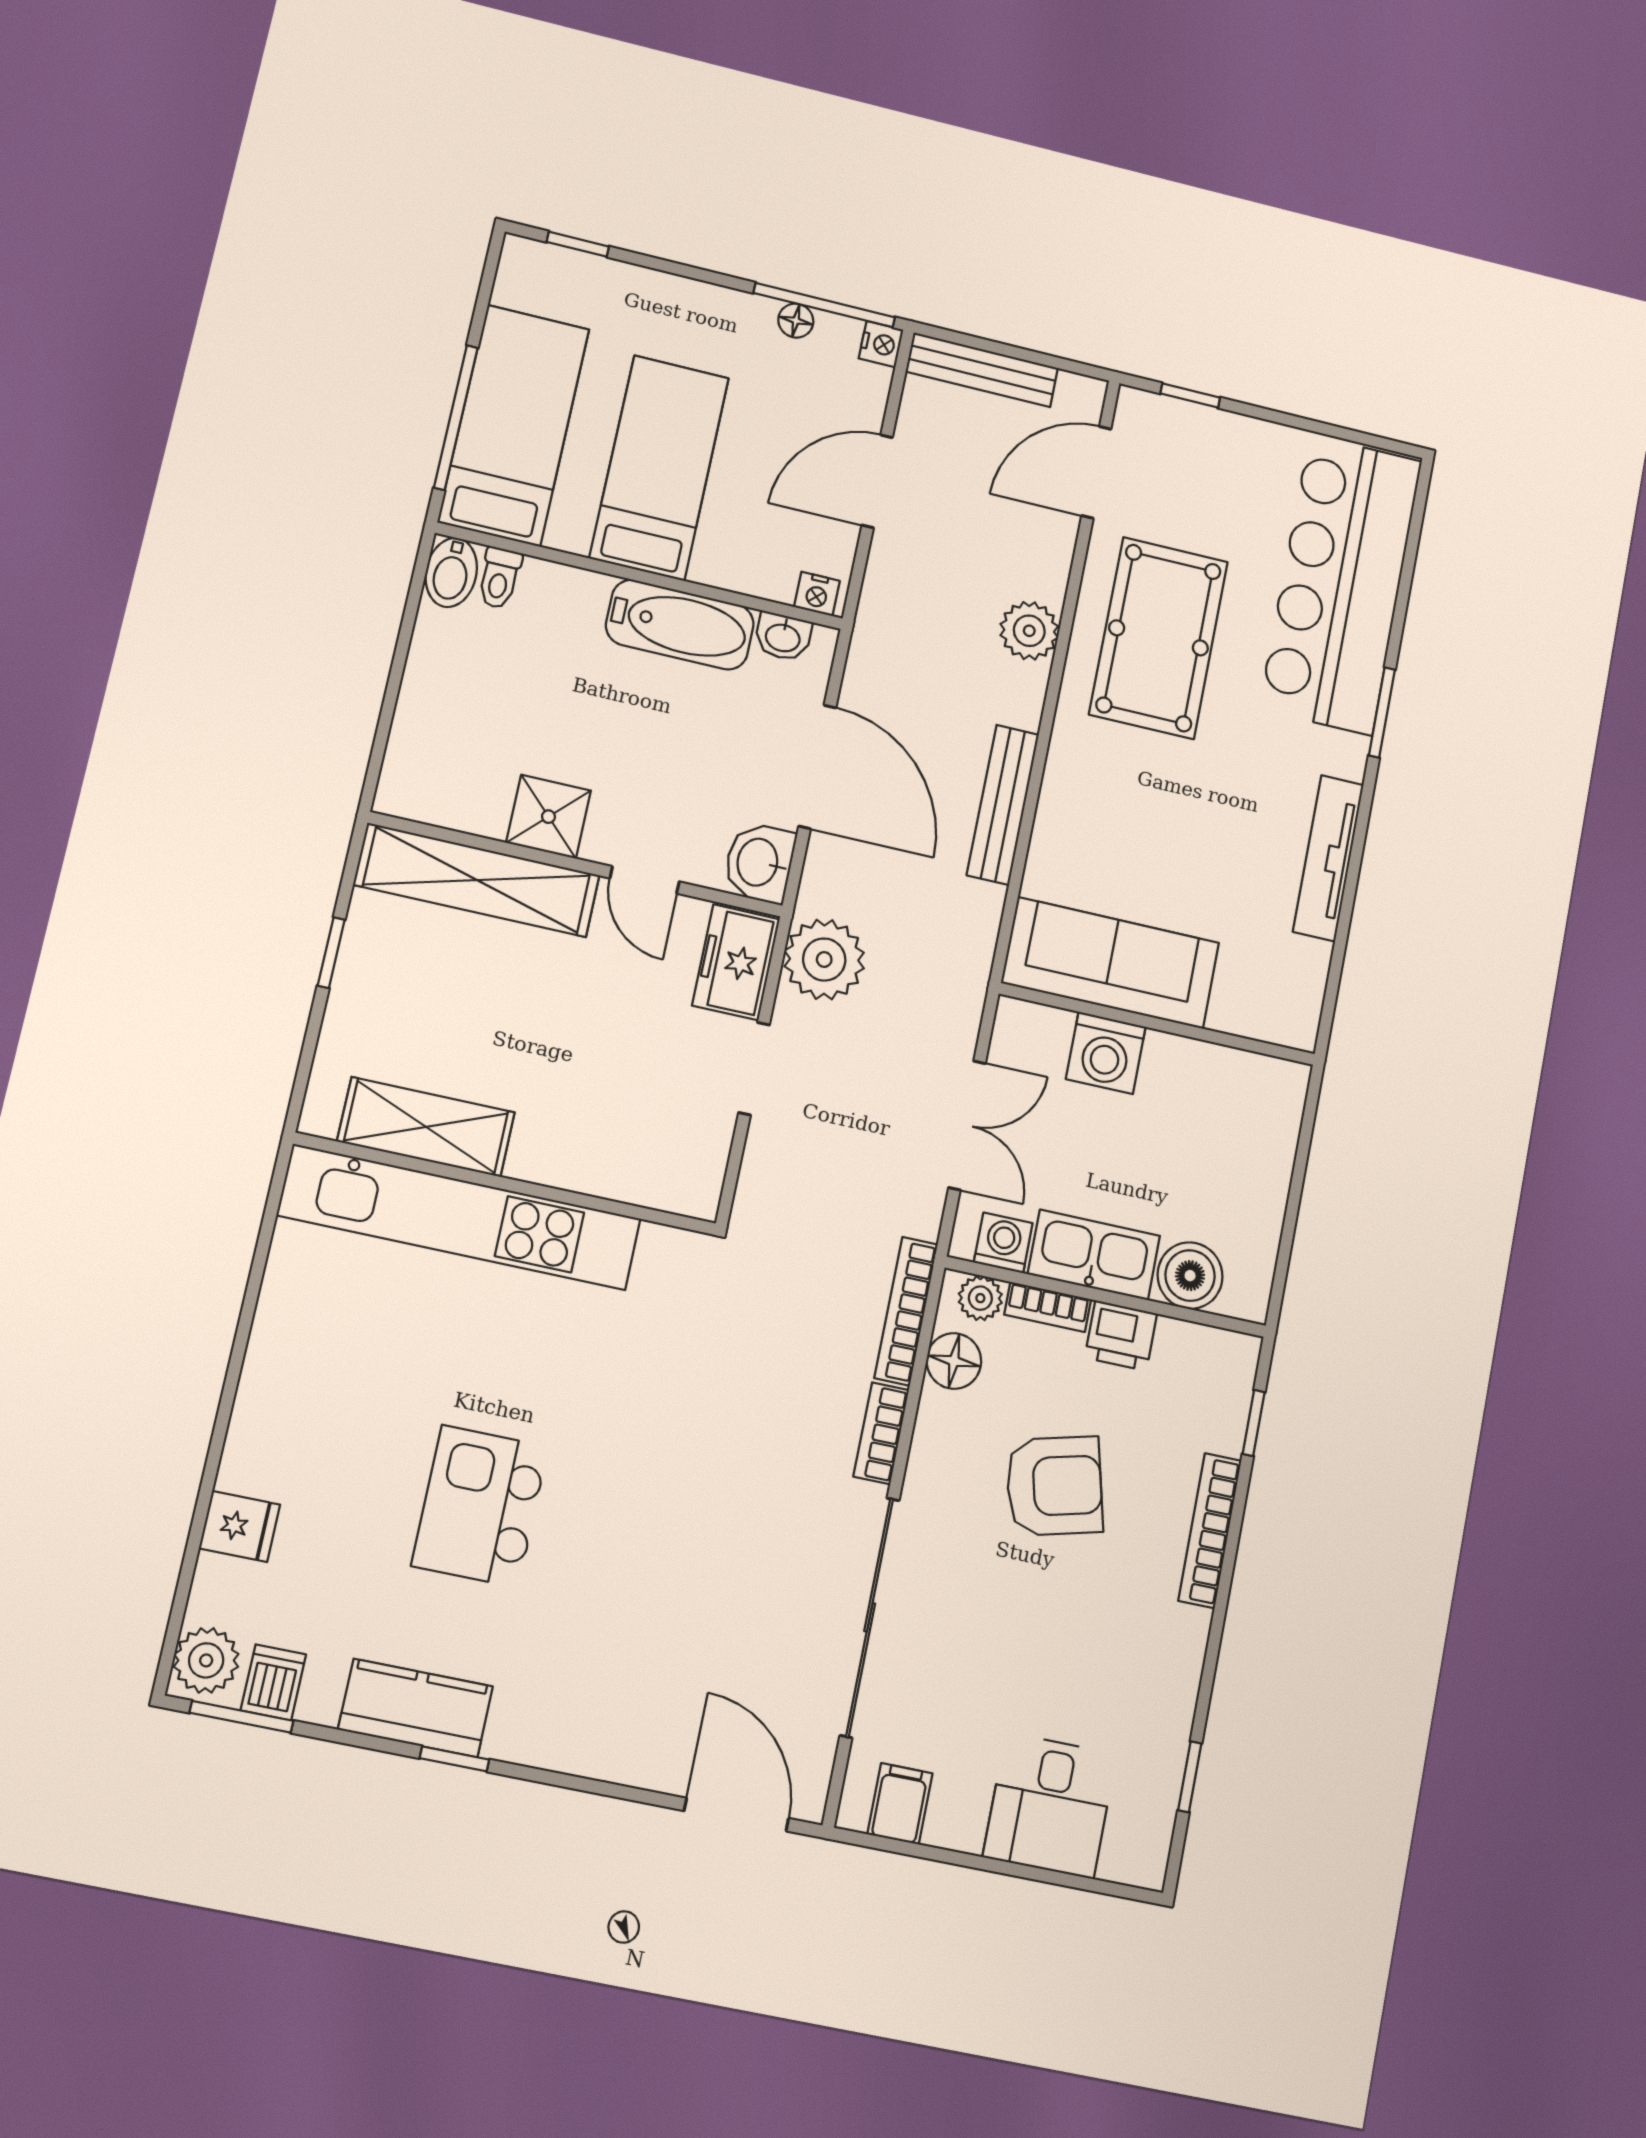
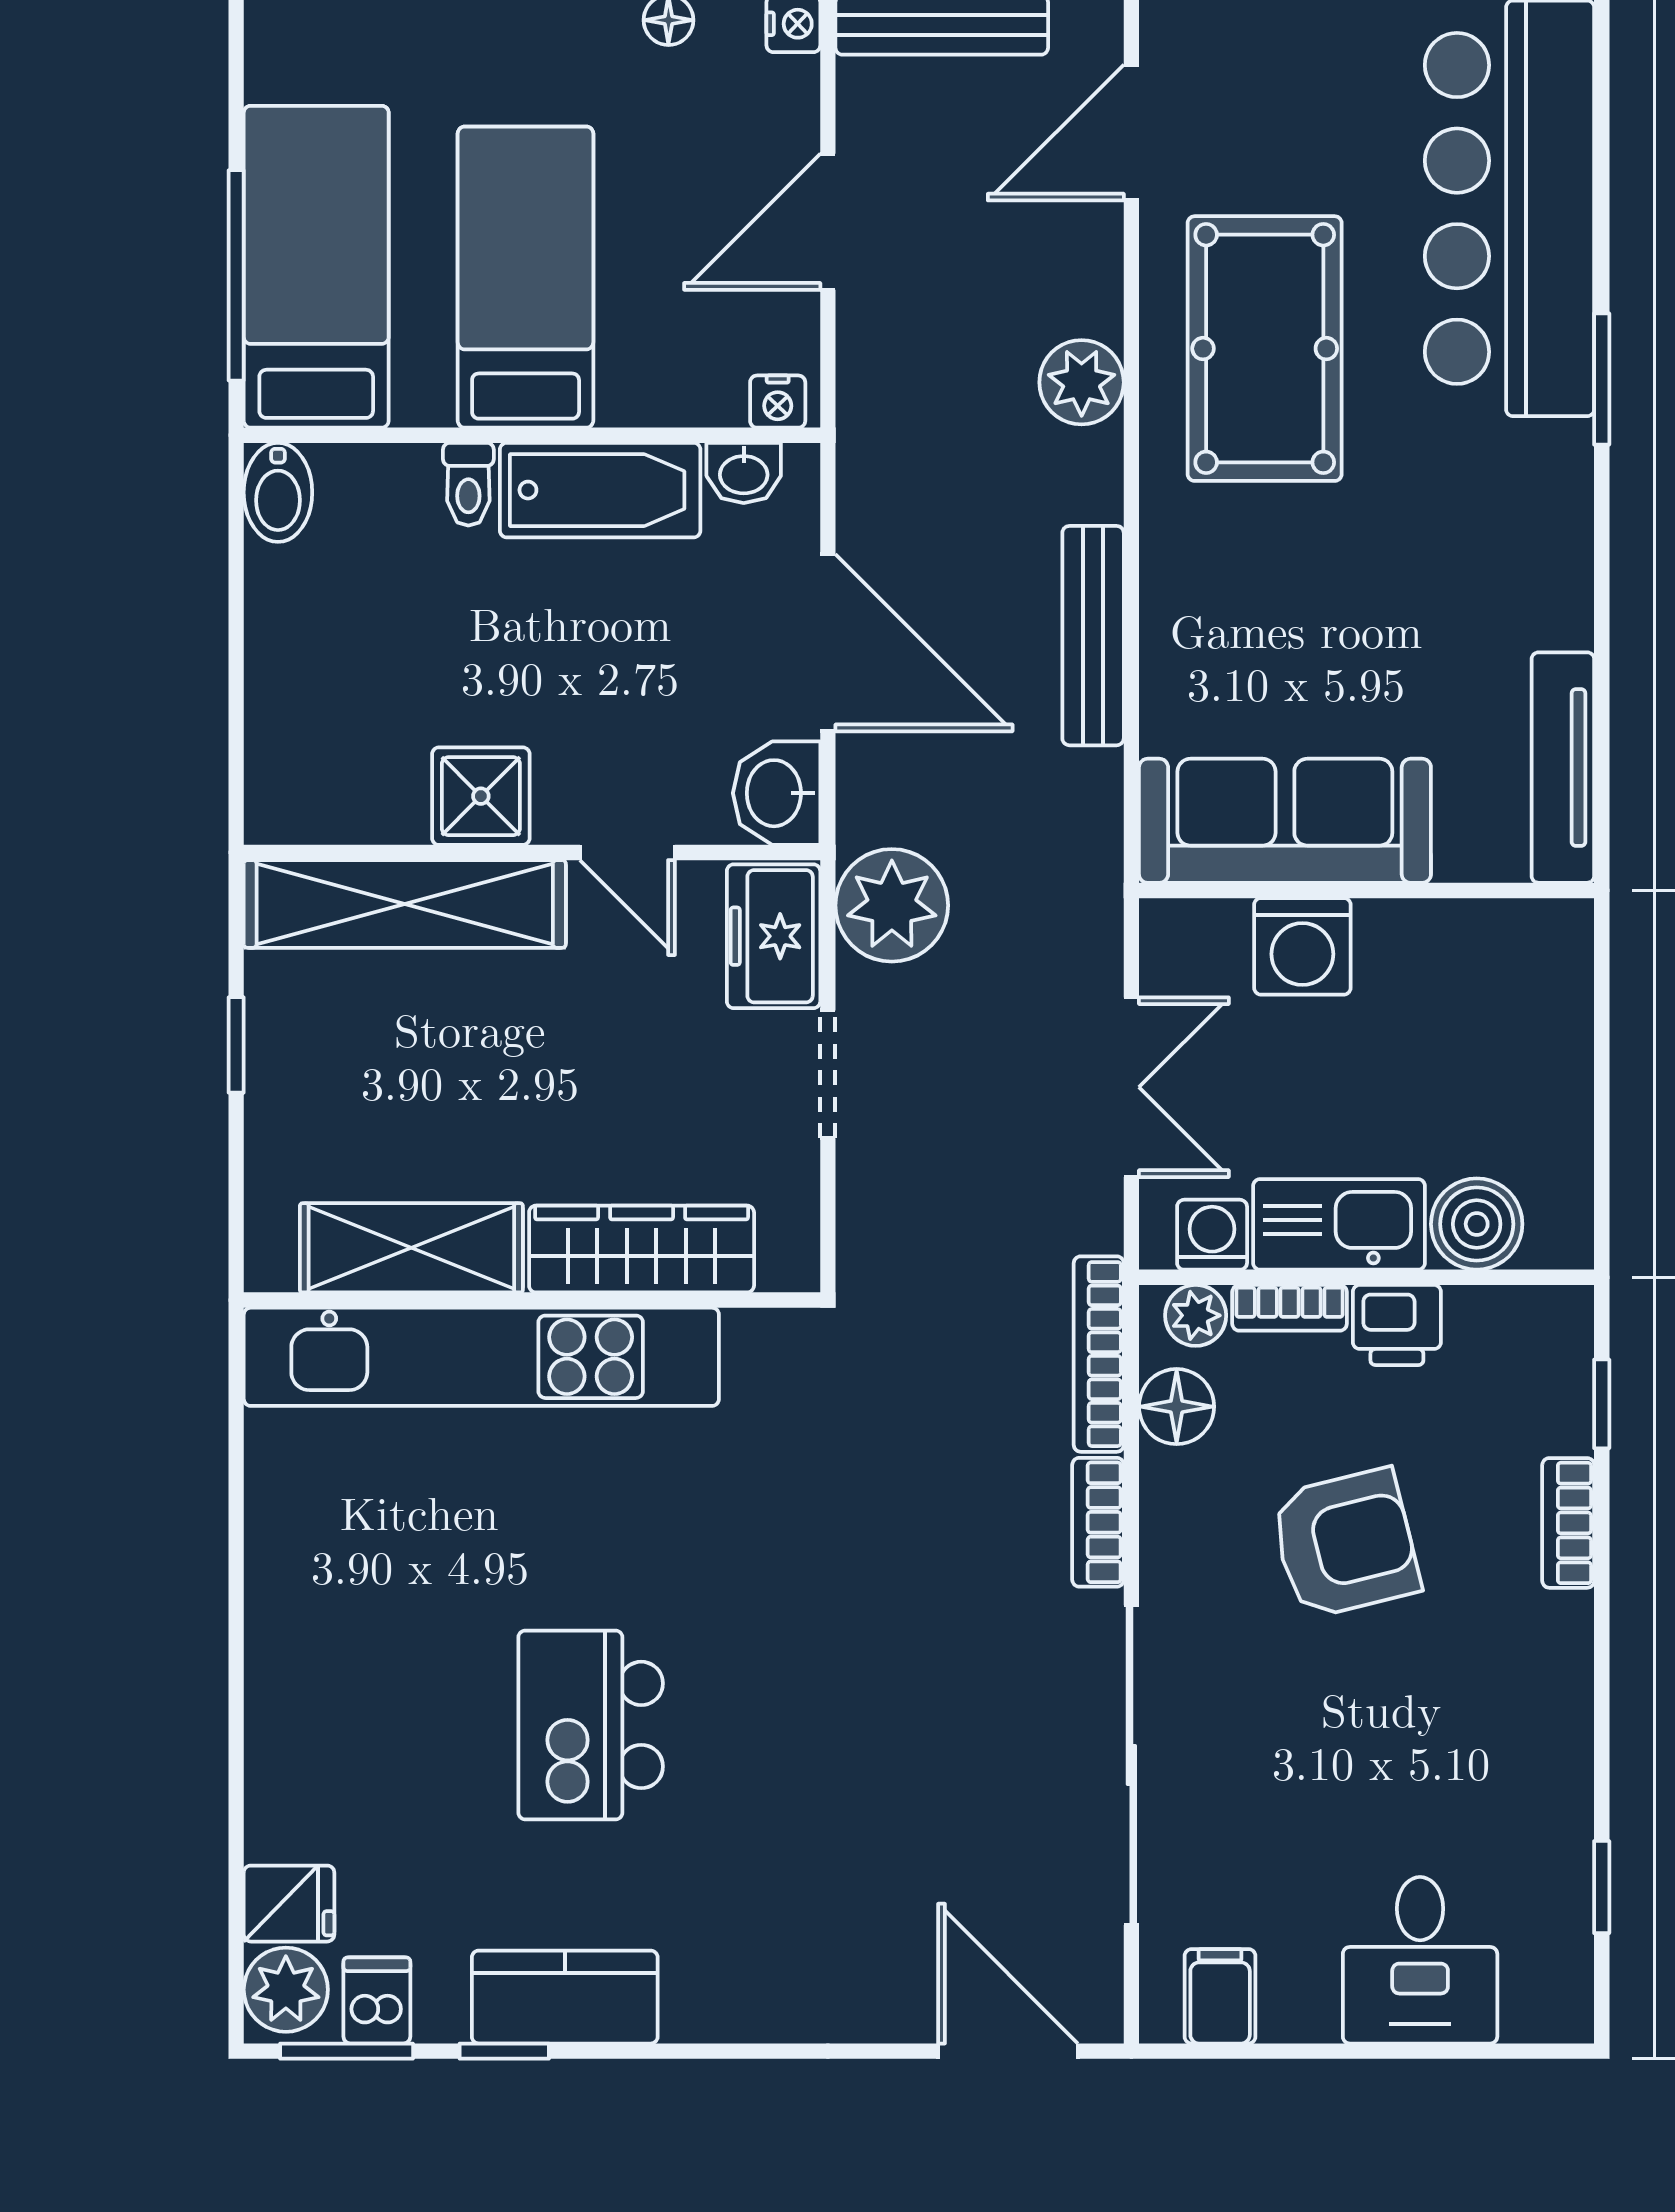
toilet: (499, 578) -> (468, 484), moved
tv unit: (1328, 858) -> (1563, 768), moved
wardrobe: (593, 1164) -> (642, 1249), added
fridge: (240, 1526) -> (289, 1904), moved
bookcase: (1210, 1531) -> (1568, 1523), width x0.64
window: (454, 1759) -> (504, 2051), moved

